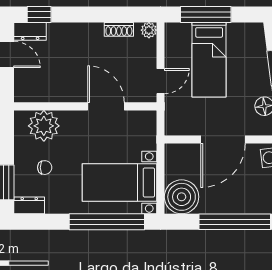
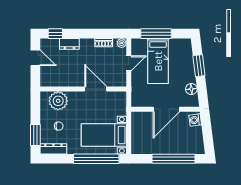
dresser: (30, 31) -> (69, 44), moved
door: (161, 81) -> (129, 63), moved
boiler: (182, 197) -> (141, 144), removed
dresser: (29, 205) -> (53, 149), width x1.44

